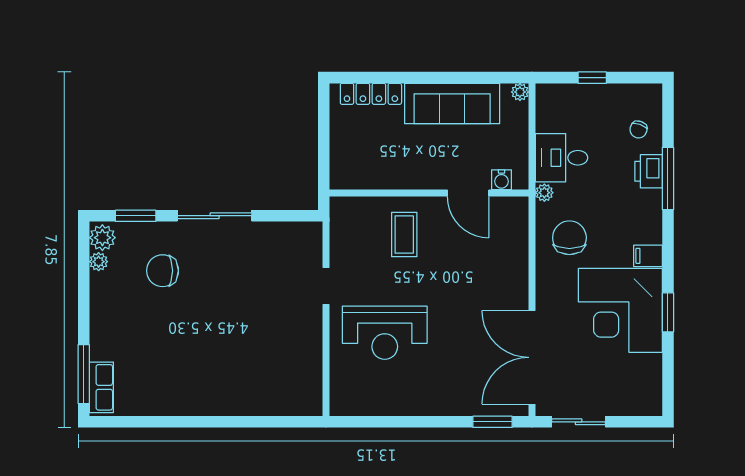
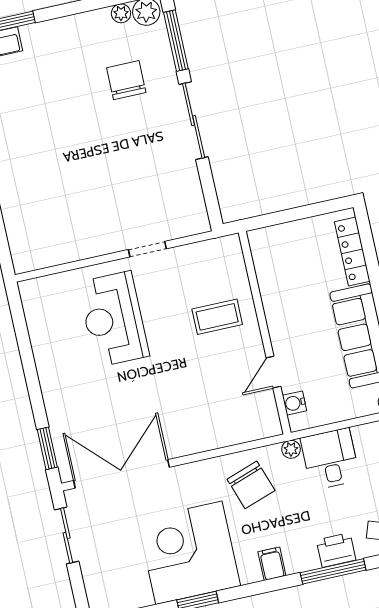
door: (468, 193) -> (273, 372), width x0.73
window: (136, 216) -> (176, 41), width x1.44
chair: (569, 238) -> (251, 485), turned 71
filing cabinet: (648, 256) -> (272, 564), moved

